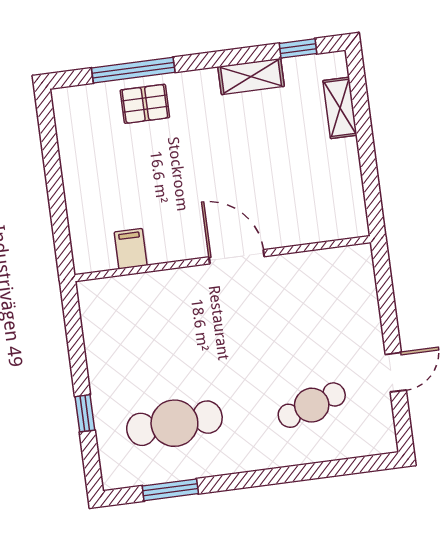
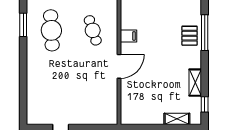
filing cabinet: (131, 249) -> (128, 36), moved
cafe table: (312, 405) -> (93, 30), moved

